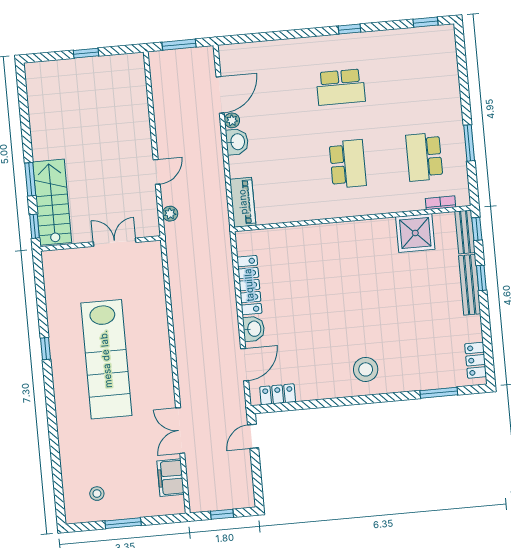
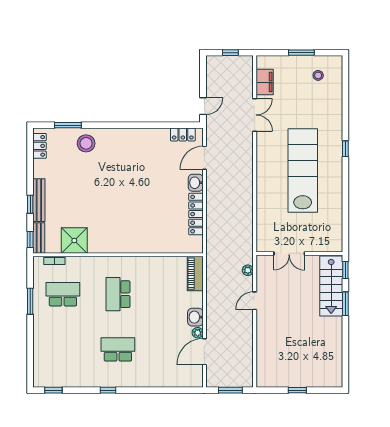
school desk: (424, 157) -> (63, 294), turned -90
window: (46, 349) -> (345, 149), moved
stool: (366, 369) -> (86, 143), moved

